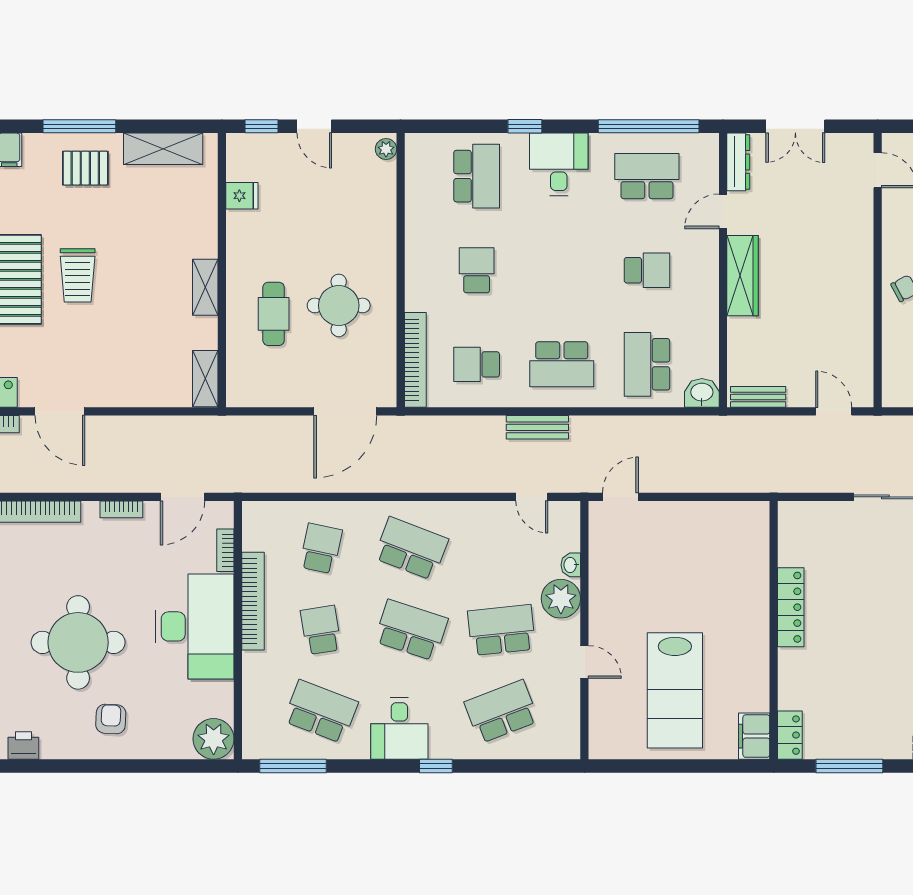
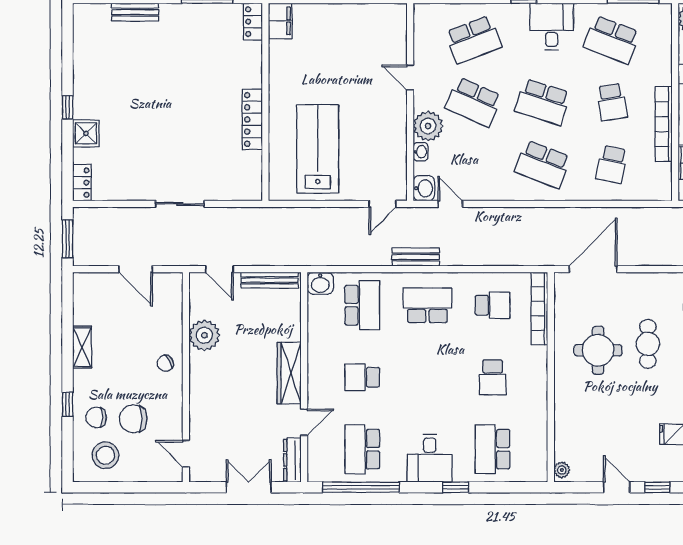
school desk: (647, 176) -> (362, 449), turned 90
plant: (853, 325) -> (204, 335), added
bench: (758, 397) -> (270, 280), width x1.36
bench: (537, 427) -> (416, 257), moved
washbasin: (566, 517) -> (424, 188), added
school desk: (502, 630) -> (473, 102), turned 30
lab bench: (675, 690) -> (318, 149), moved

